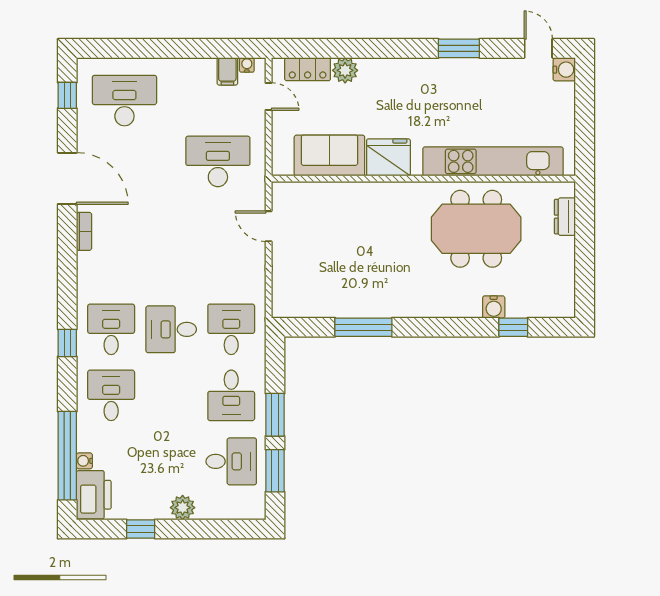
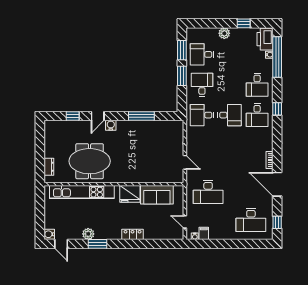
locker: (308, 69) -> (133, 234), moved
plant: (345, 70) -> (88, 234), moved
water cooler: (494, 307) -> (111, 125), moved
door: (459, 327) -> (98, 116), added
desk: (231, 329) -> (202, 115), turned 90

